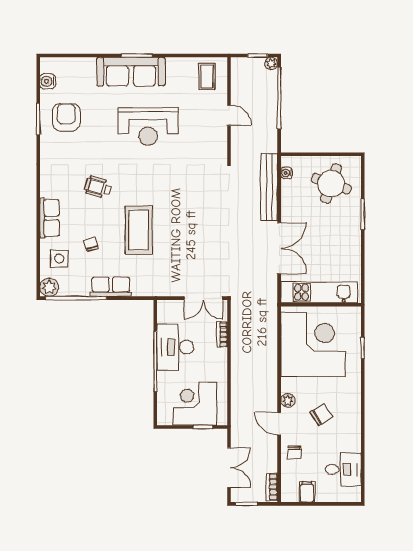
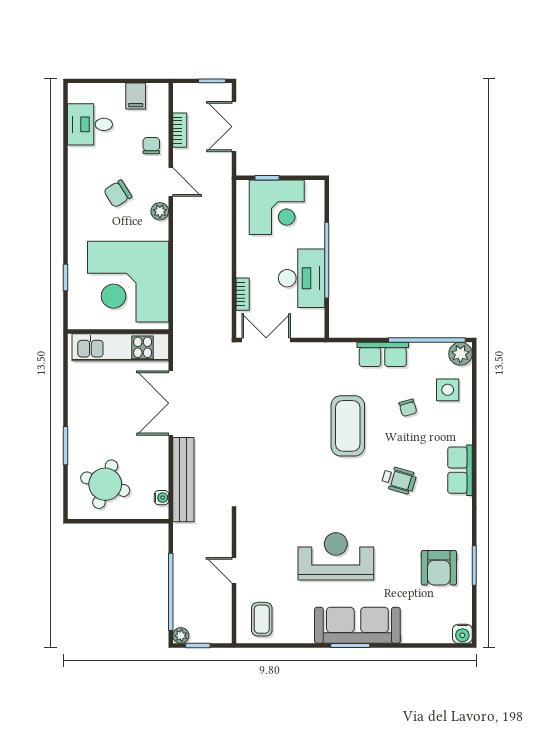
water cooler: (48, 81) -> (462, 634), moved, turned 90
row of seats: (49, 218) -> (460, 470), moved
bookcase: (272, 487) -> (180, 130), moved

